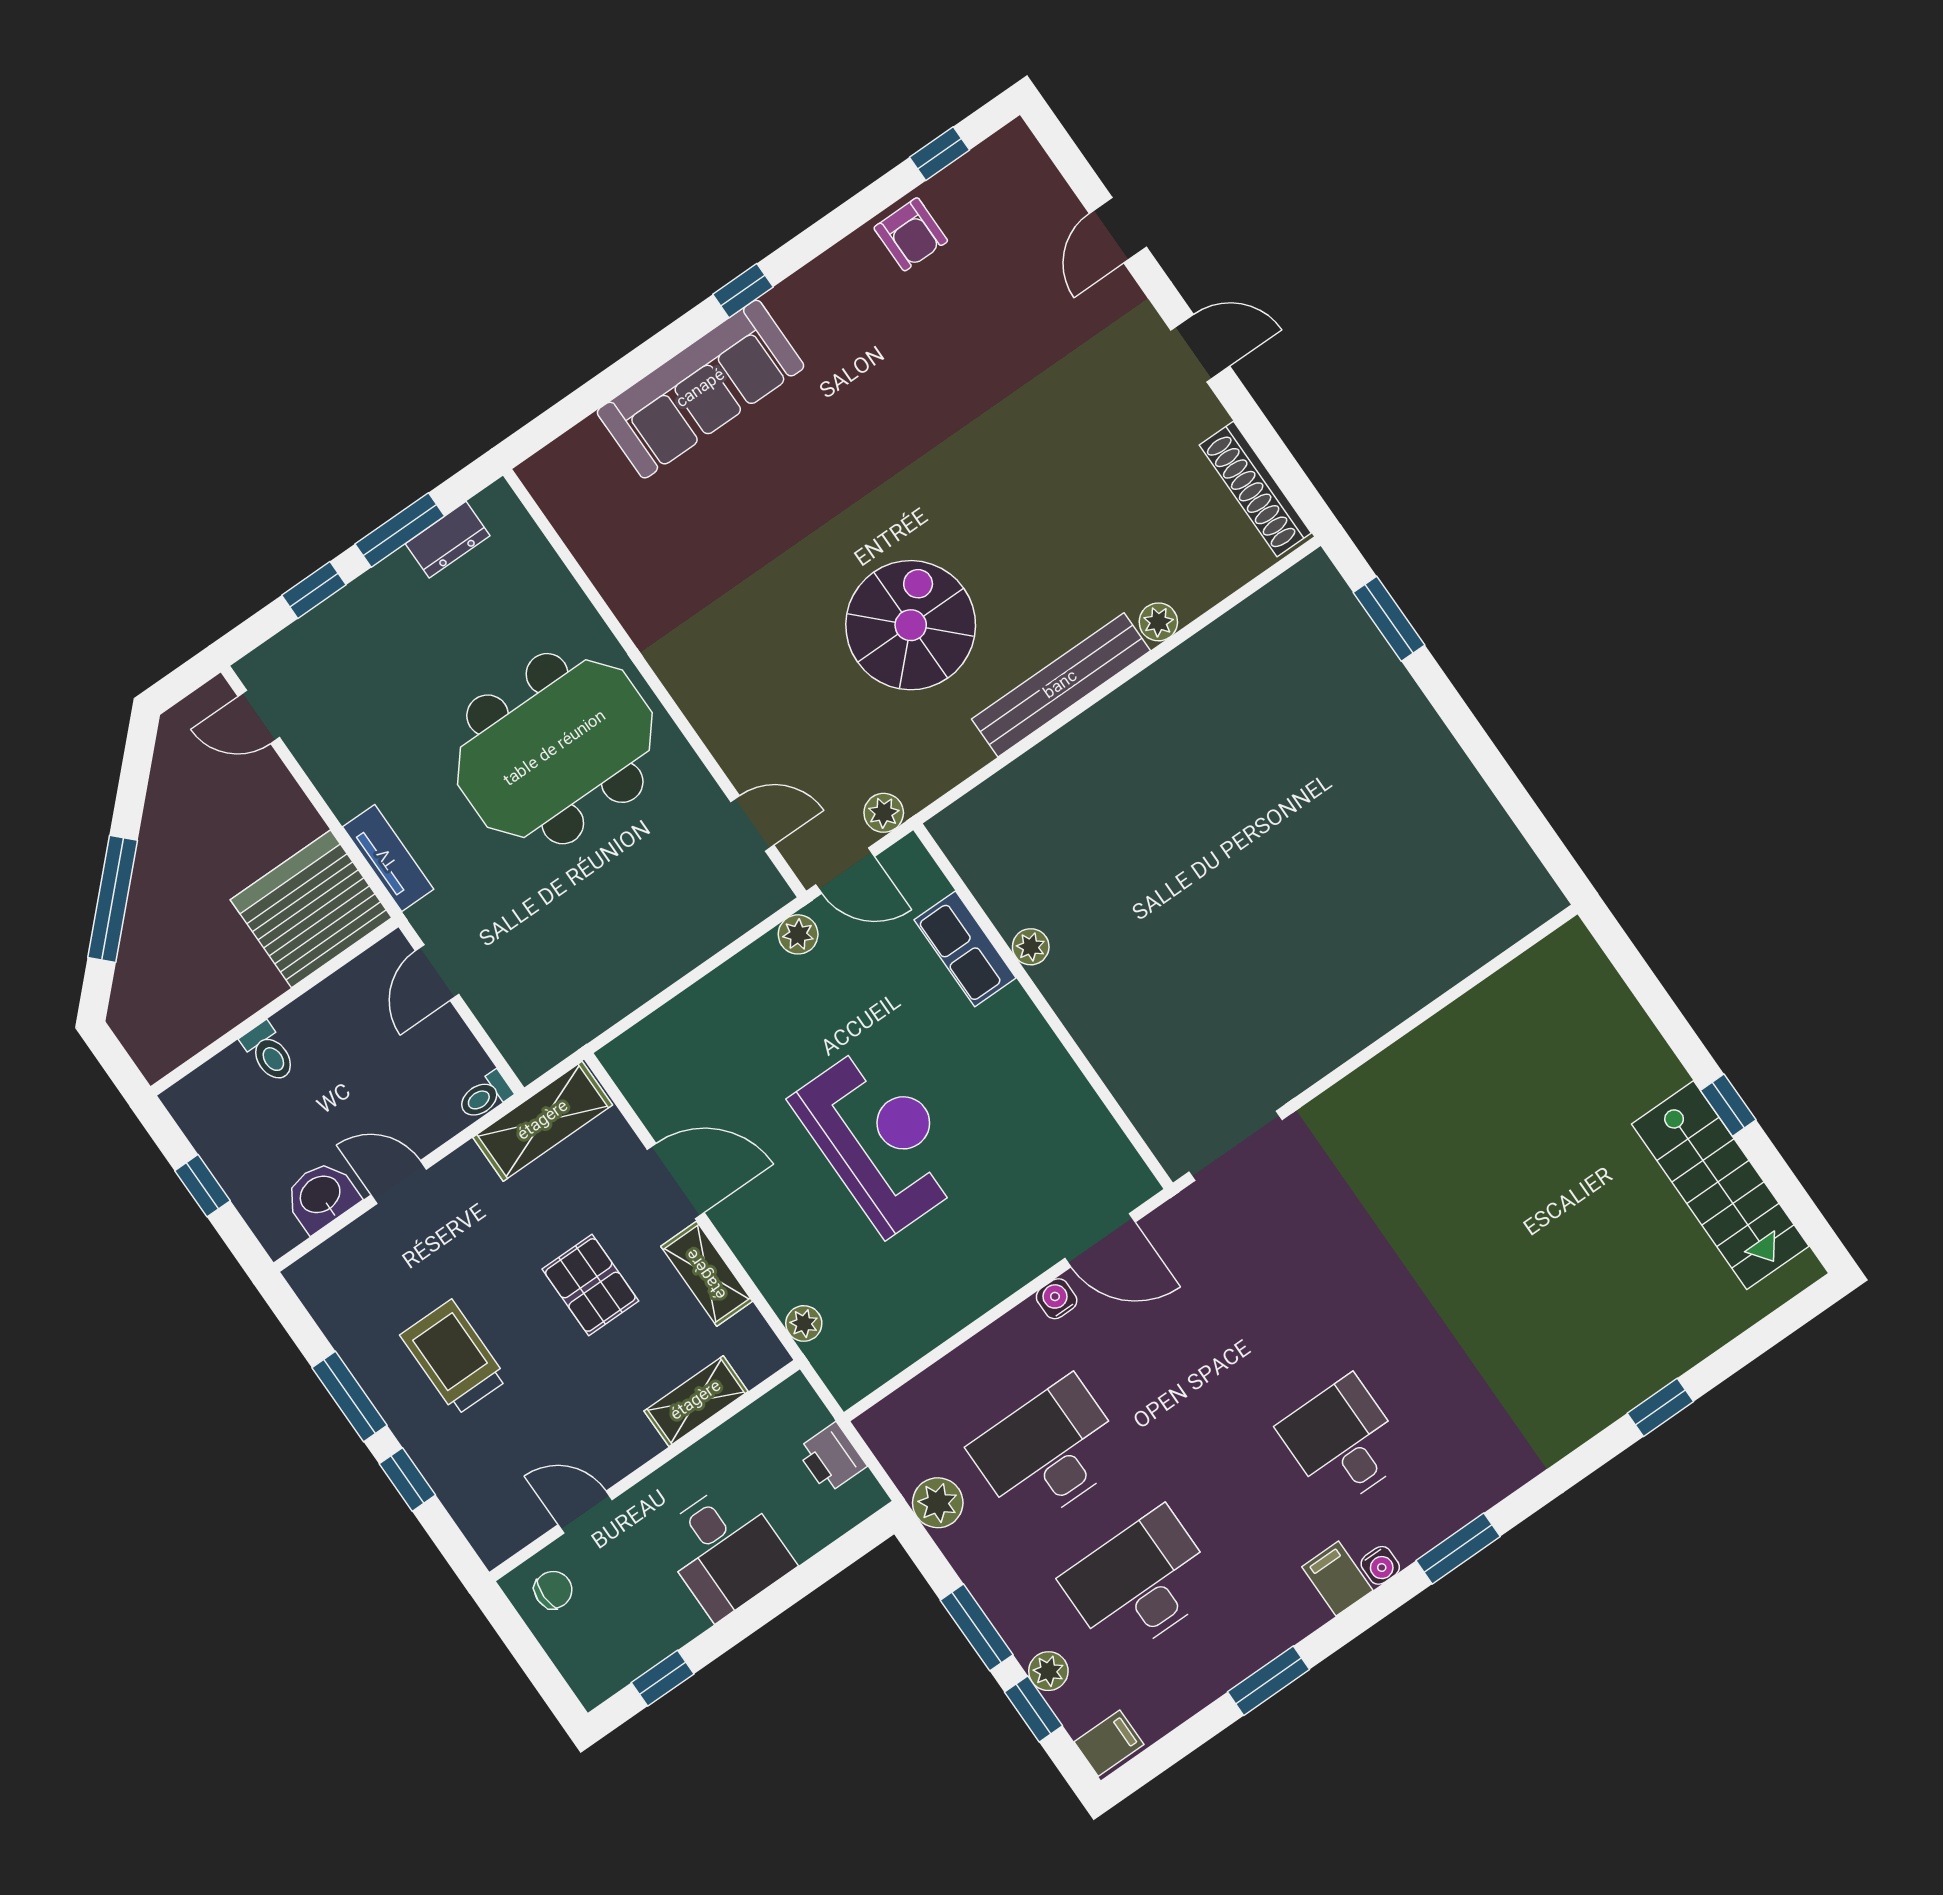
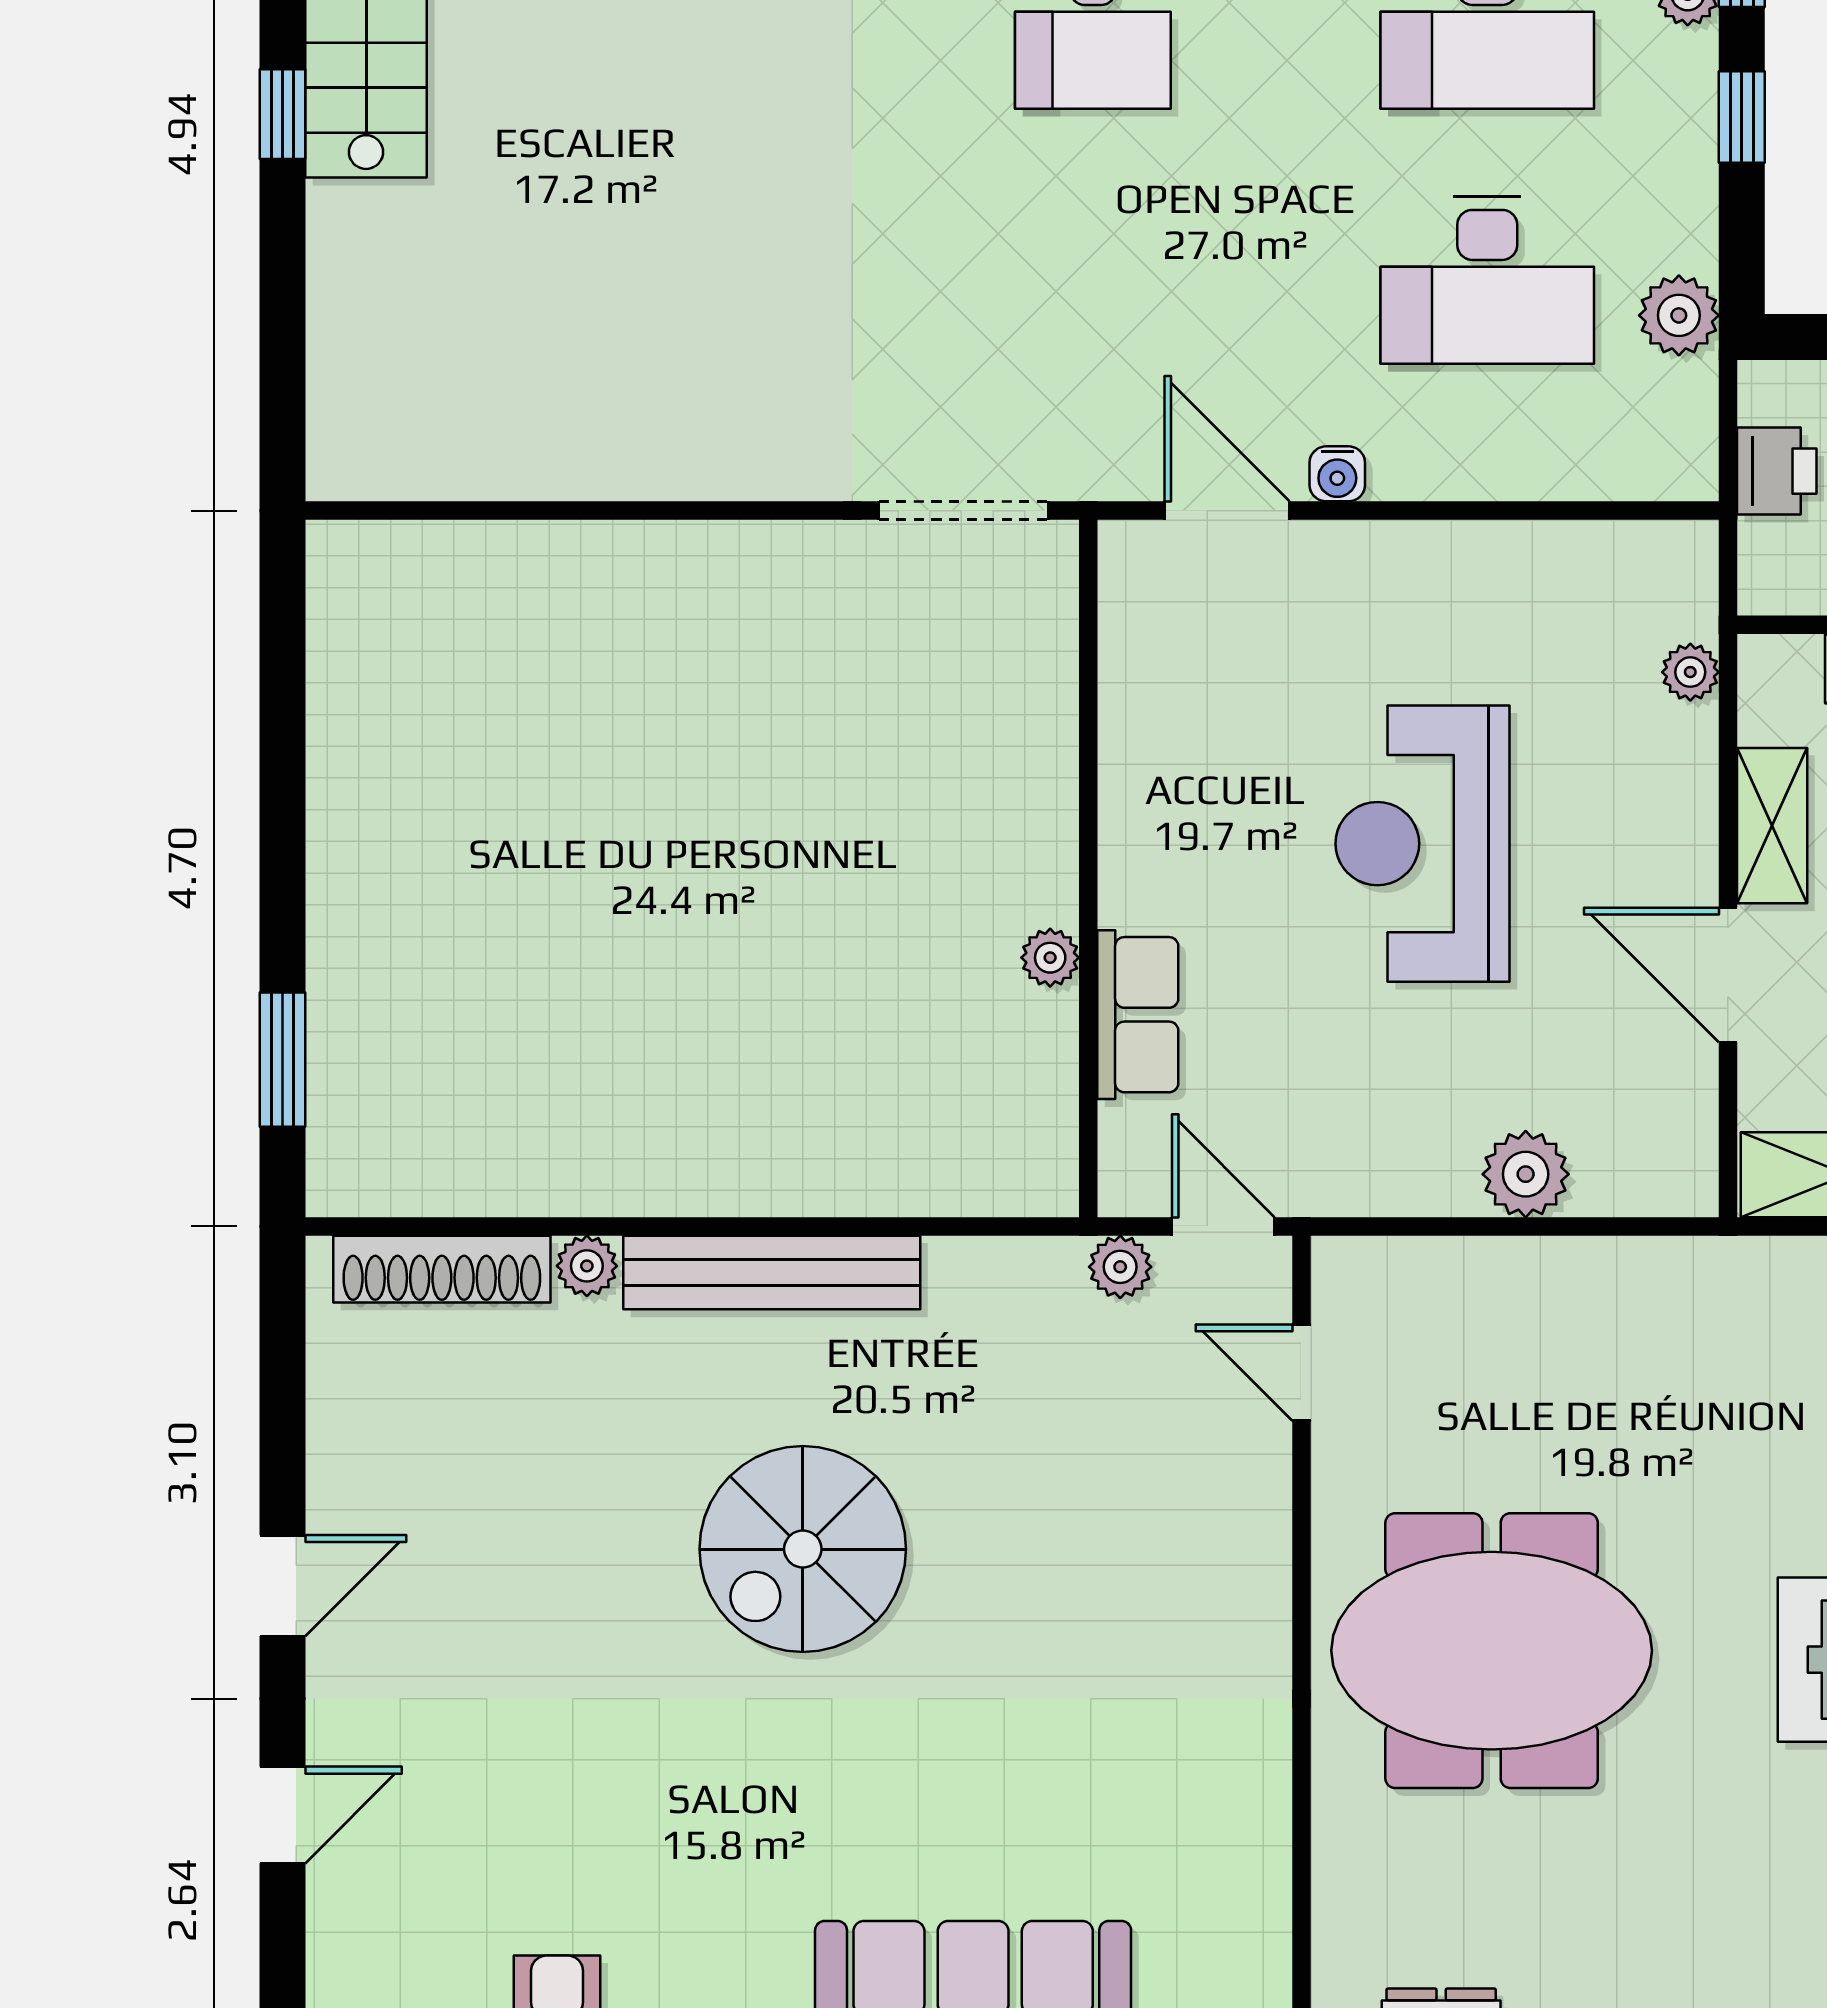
door: (1200, 348) -> (282, 1586), swing flipped
shoe rack: (1255, 489) -> (442, 1269), moved, turned 90
spiral stairs: (911, 625) -> (803, 1549), moved
plant: (798, 934) -> (1526, 1174), moved, width x1.38, depth x1.38
window: (977, 1627) -> (1742, 117), width x0.67

